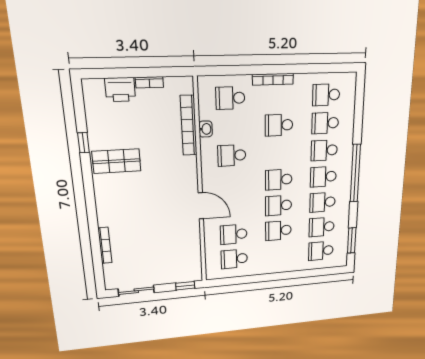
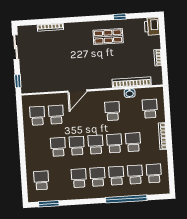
printer: (120, 90) -> (152, 26), moved
shop shelf: (117, 161) -> (108, 37), turned 90
window: (355, 173) -> (126, 199), moved
school desk: (322, 227) -> (114, 143), moved

